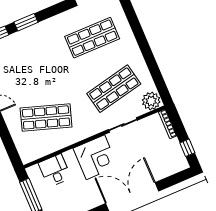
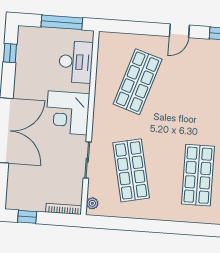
plant: (151, 101) -> (92, 203), width x0.53, depth x0.53
desk: (55, 170) -> (76, 62), width x1.37

